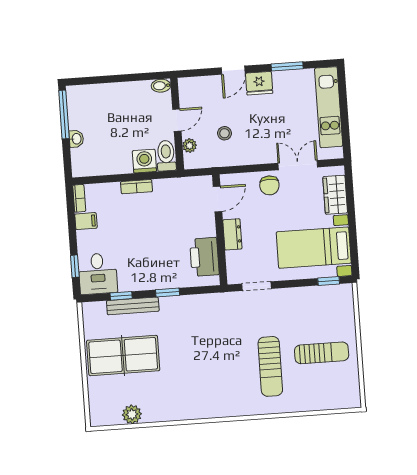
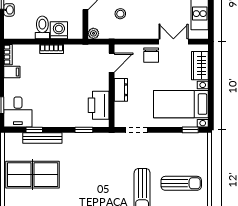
plant: (190, 146) -> (93, 33), moved
toilet: (166, 156) -> (42, 27), moved
window: (168, 293) -> (84, 130), moved

